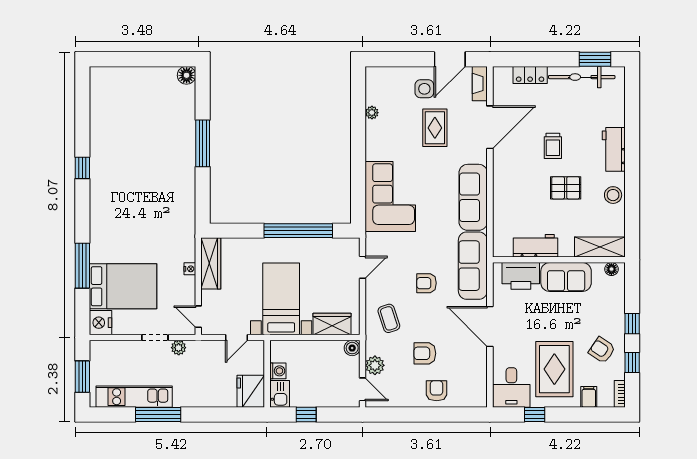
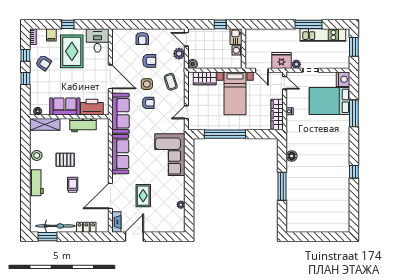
floor lamp: (187, 75) -> (292, 156), moved
side table: (424, 89) -> (147, 84), moved
door: (236, 338) -> (262, 70), swing flipped
fridge: (251, 391) -> (281, 61), moved, turned -90
window: (535, 414) -> (68, 24), moved

